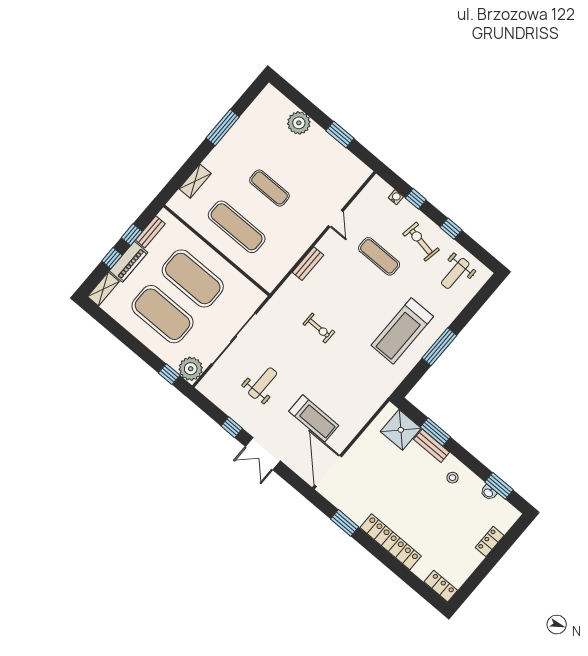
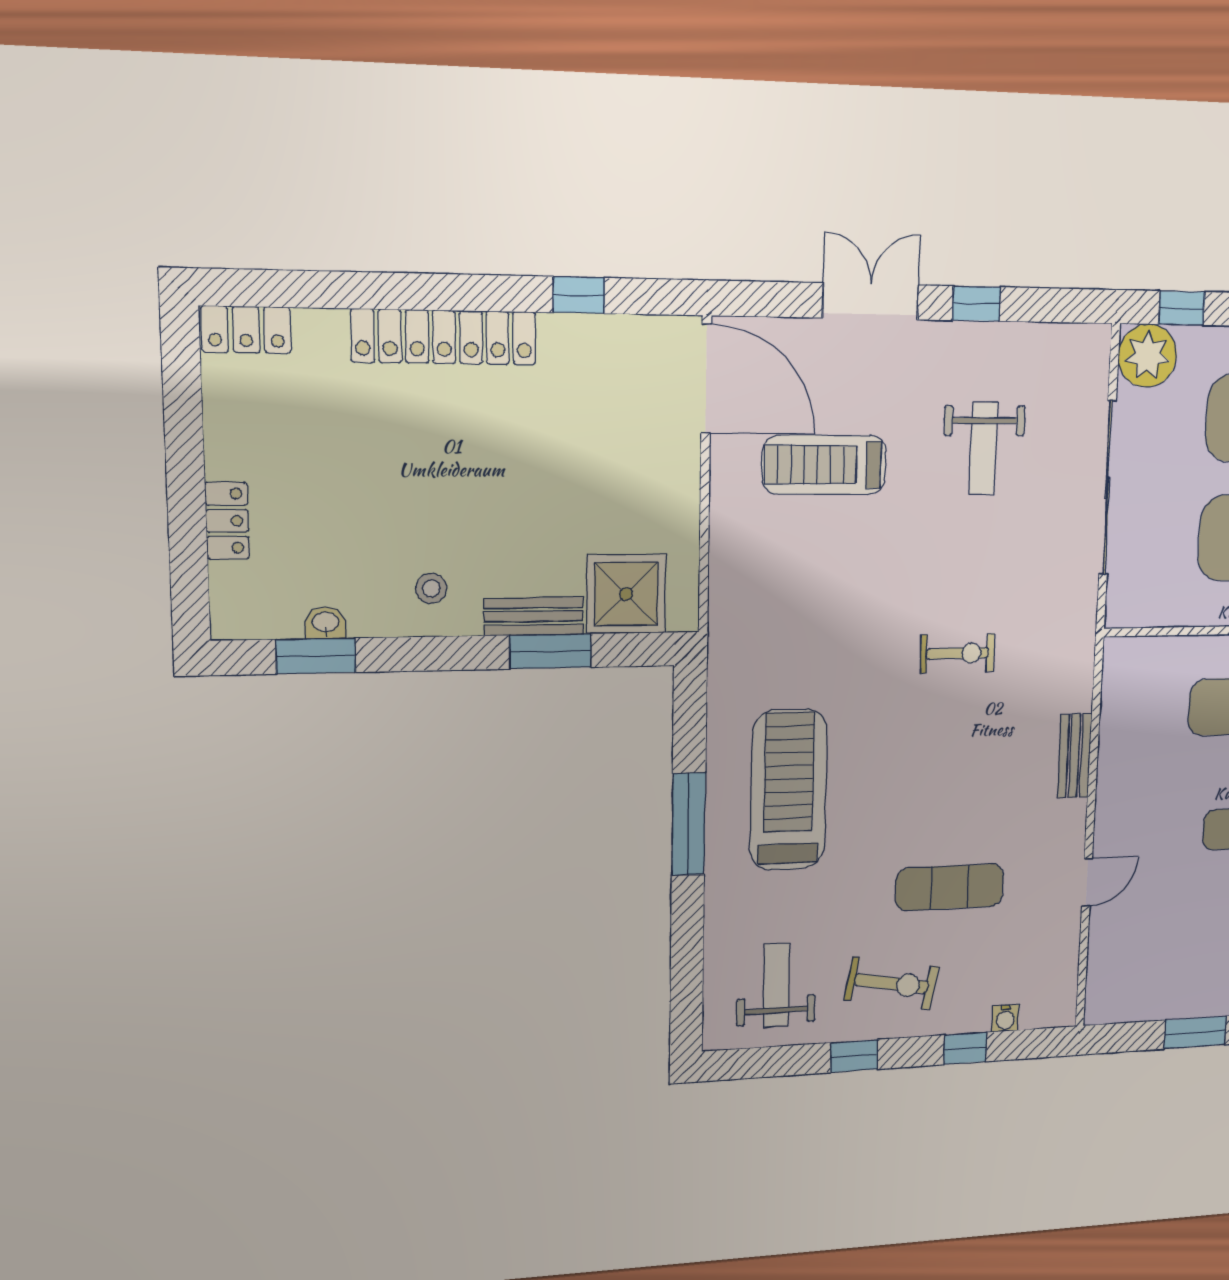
door: (336, 219) -> (1087, 882), swing flipped
exercise bike: (319, 328) -> (958, 653), turned 180
window: (345, 523) -> (579, 295), width x0.67

